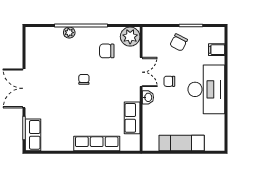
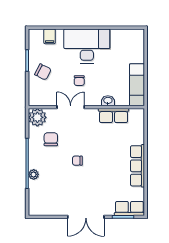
chair: (107, 51) -> (51, 139), turned 180
washbasin: (148, 97) -> (108, 101), moved
row of seats: (97, 143) -> (138, 166), moved
exam couch: (182, 143) -> (137, 85), moved

